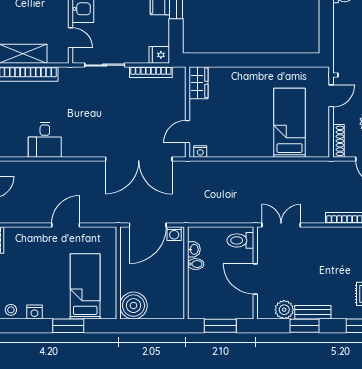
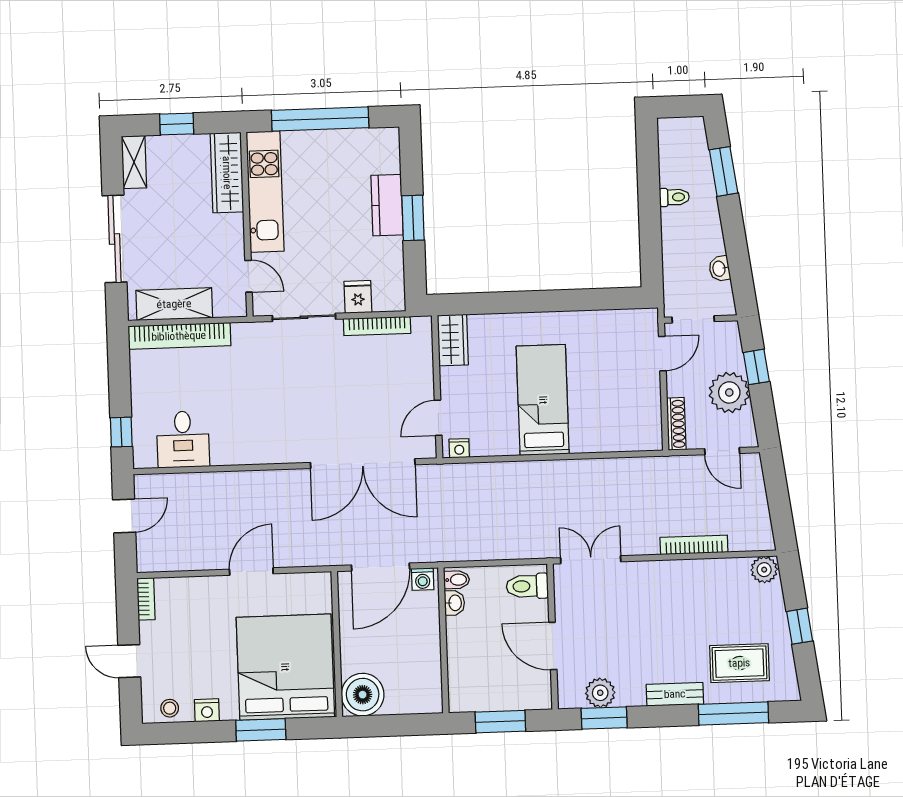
fridge: (159, 55) -> (358, 297), moved, turned 90
bed: (290, 123) -> (543, 400), moved
desk: (45, 140) -> (183, 439), moved
bidet: (196, 264) -> (457, 580), moved
bed: (85, 286) -> (285, 667), width x2.04
bench: (313, 312) -> (675, 694), moved
window: (305, 326) -> (604, 718), moved

